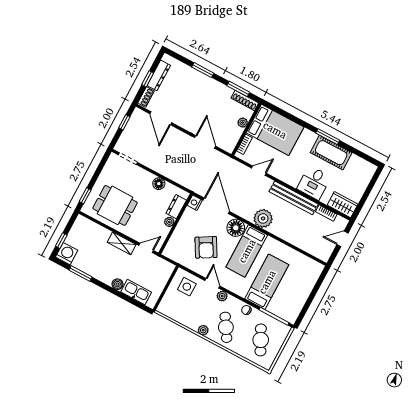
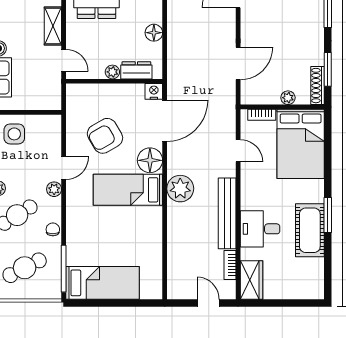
bed: (267, 282) -> (102, 283), moved
side table: (187, 287) -> (14, 134), moved

